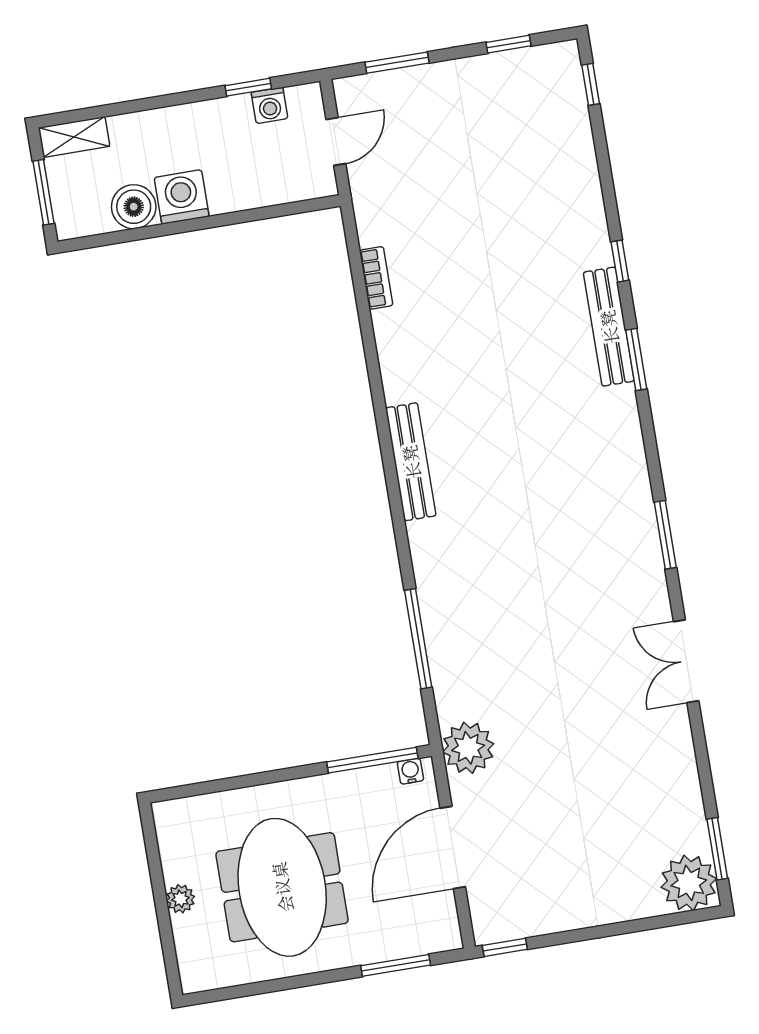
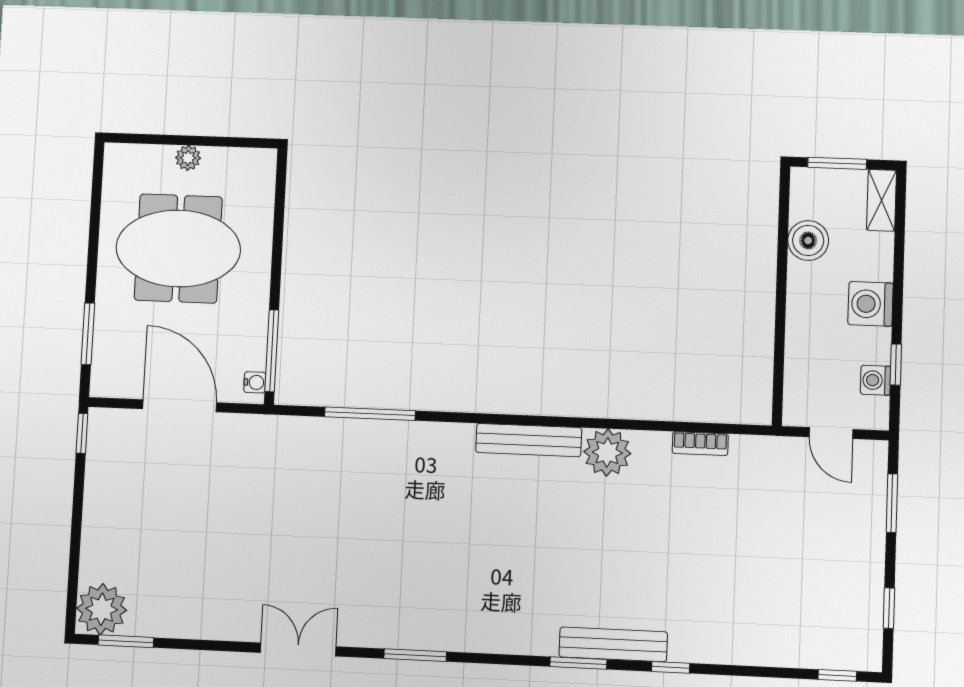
washing machine: (182, 197) -> (870, 304), moved, turned 180
plant: (468, 748) -> (607, 452), moved

